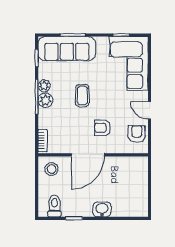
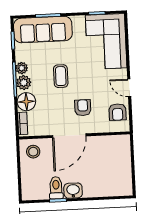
floor lamp: (47, 119) -> (26, 102), added
armchair: (103, 128) -> (83, 108), turned 90
armchair: (137, 134) -> (117, 112), turned 180
toilet: (54, 206) -> (56, 188), moved
washbasin: (102, 209) -> (73, 191), moved

